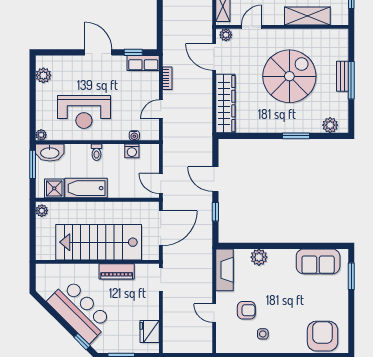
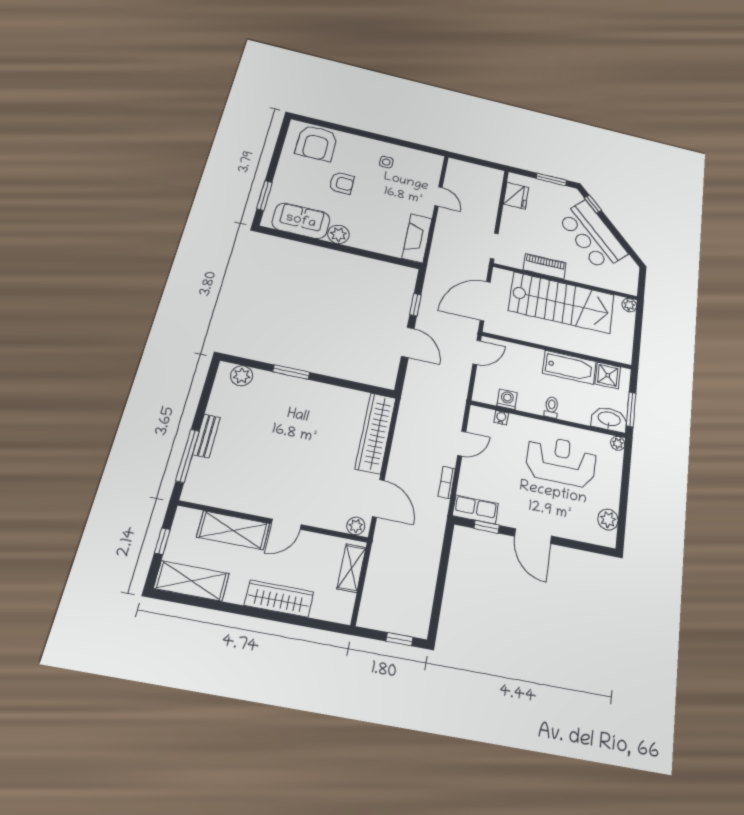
door: (252, 27) -> (286, 524), moved
spiral stairs: (289, 76) -> (281, 451), removed
window: (351, 80) -> (188, 456), moved
door: (161, 183) -> (477, 352), hinge flipped
plant: (42, 211) -> (629, 305), moved
plant: (259, 257) -> (338, 234), moved
armchair: (246, 310) -> (342, 183), moved, turned 180

